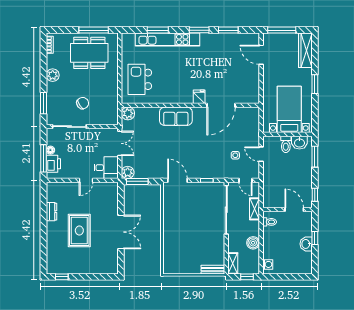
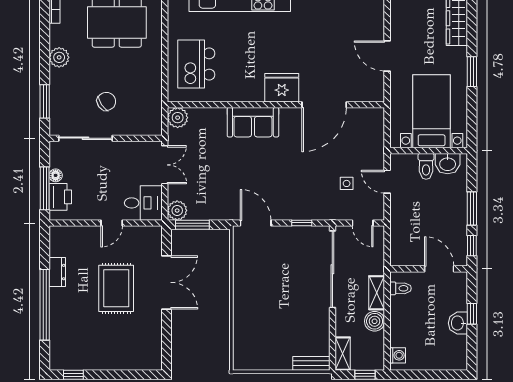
door: (261, 55) -> (387, 56), moved
fridge: (199, 97) -> (282, 88), width x1.88, depth x1.34
window: (315, 157) -> (472, 209), moved
shelving: (254, 209) -> (377, 293), moved
rug: (79, 231) -> (116, 288), moved
window: (43, 232) -> (45, 305), added
double door: (121, 232) -> (166, 282), moved

